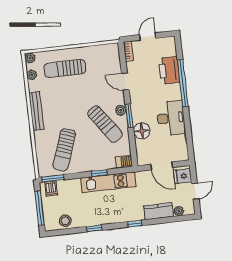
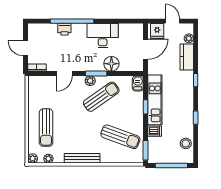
printer: (169, 70) -> (64, 29), width x0.53, depth x0.68
dishwasher: (51, 189) -> (155, 131), moved

